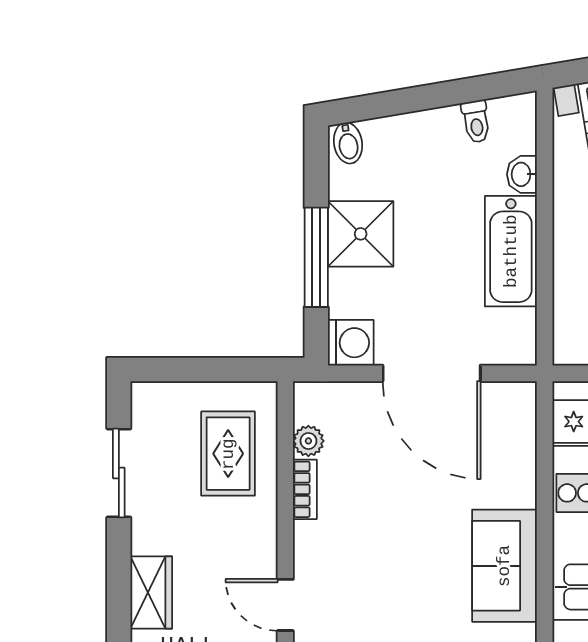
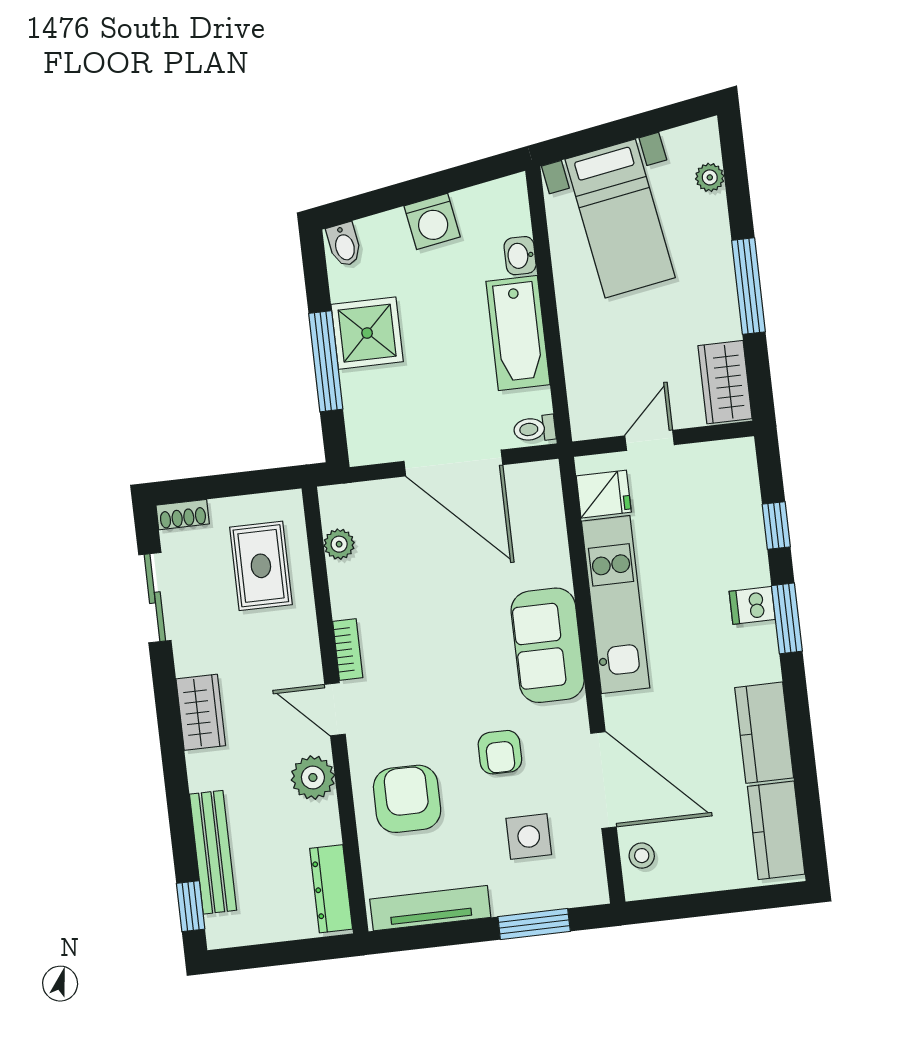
toilet: (476, 121) -> (534, 429), moved, turned 100
washing machine: (351, 343) -> (432, 221), moved, turned 80
shoe rack: (156, 393) -> (183, 515), added
bookcase: (305, 489) -> (348, 649), moved

